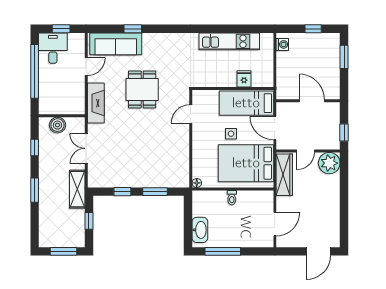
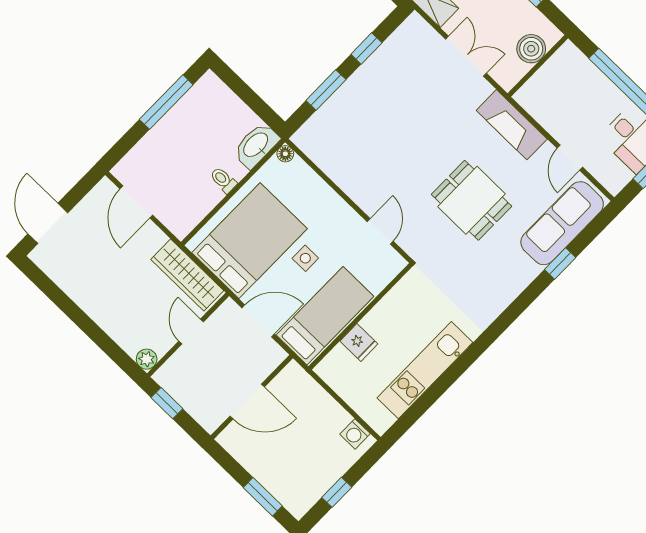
plant: (329, 163) -> (147, 359), width x0.53, depth x0.53
washbasin: (200, 230) -> (256, 145), moved, turned 90

